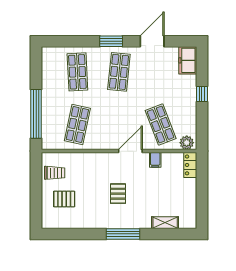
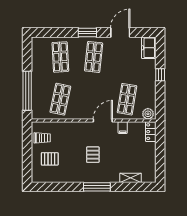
shop shelf: (161, 124) -> (127, 99), turned 30

